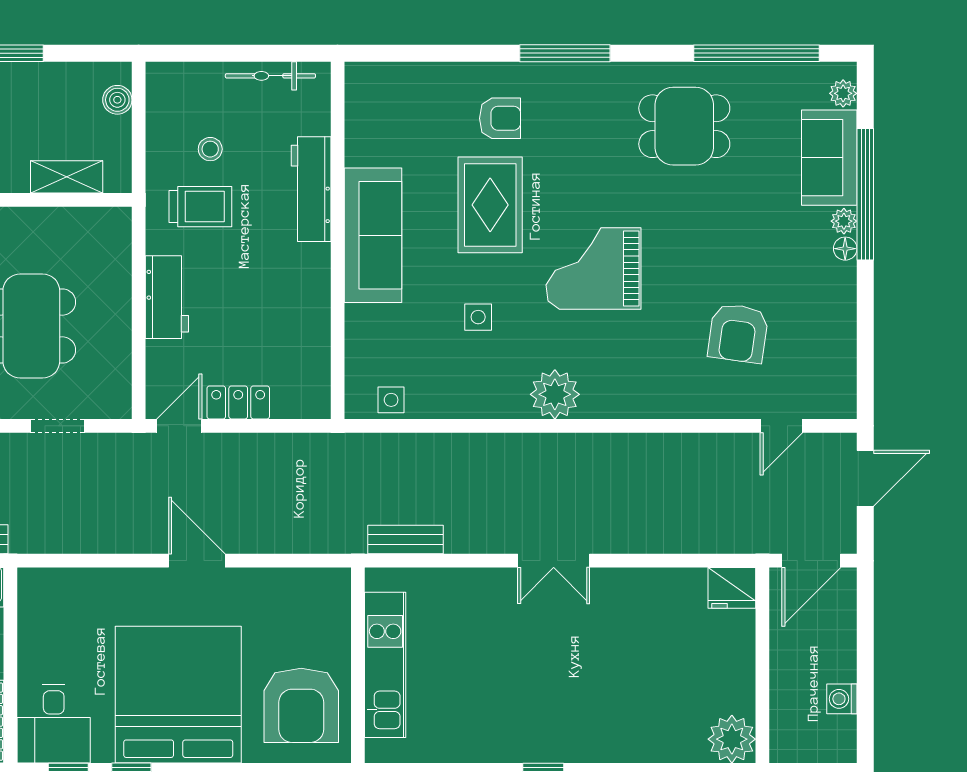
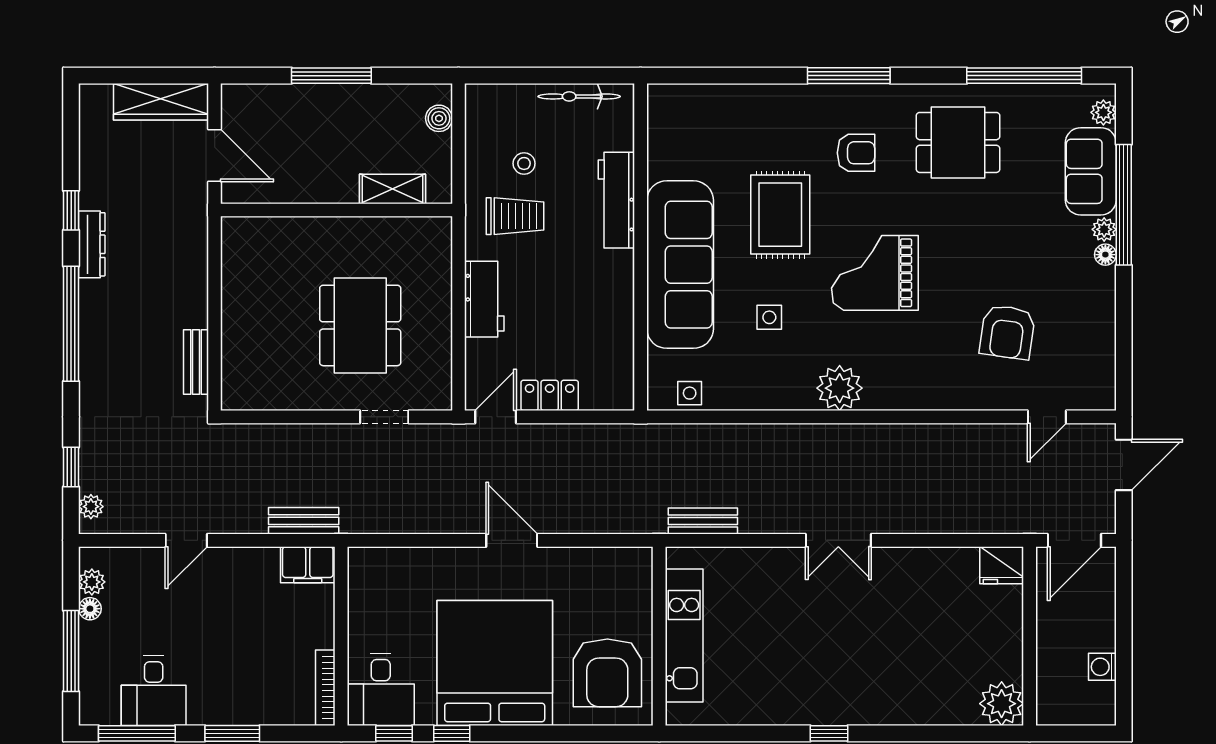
armchair: (500, 118) -> (856, 153), moved
sofa: (373, 235) -> (680, 265), width x1.36, depth x1.27

